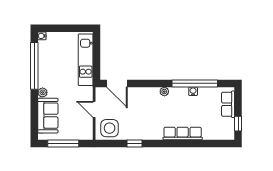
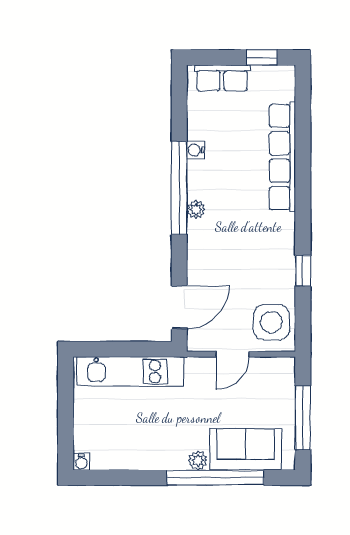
window: (34, 66) -> (216, 478), moved
window: (195, 83) -> (179, 188), moved
row of seats: (183, 133) -> (282, 157), width x1.36

